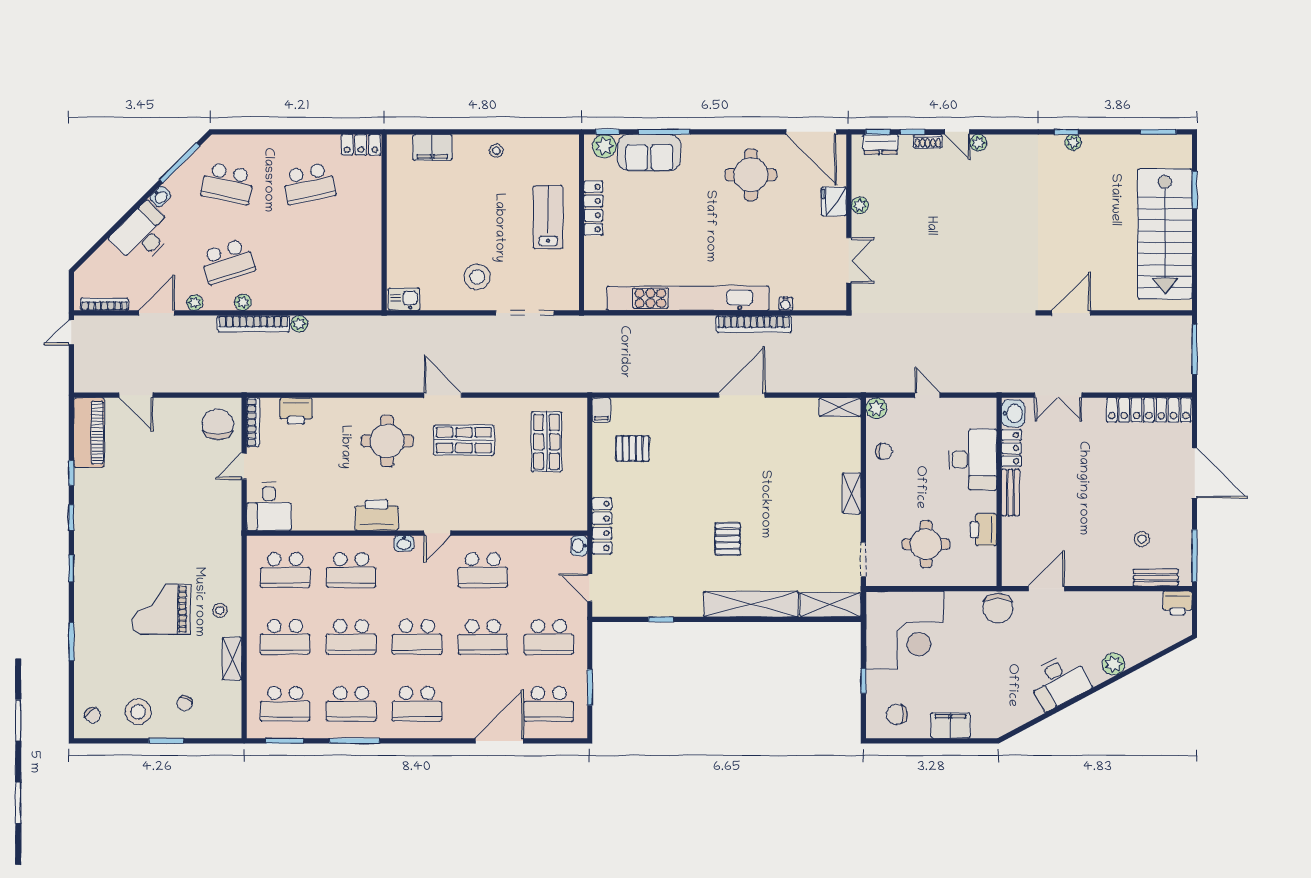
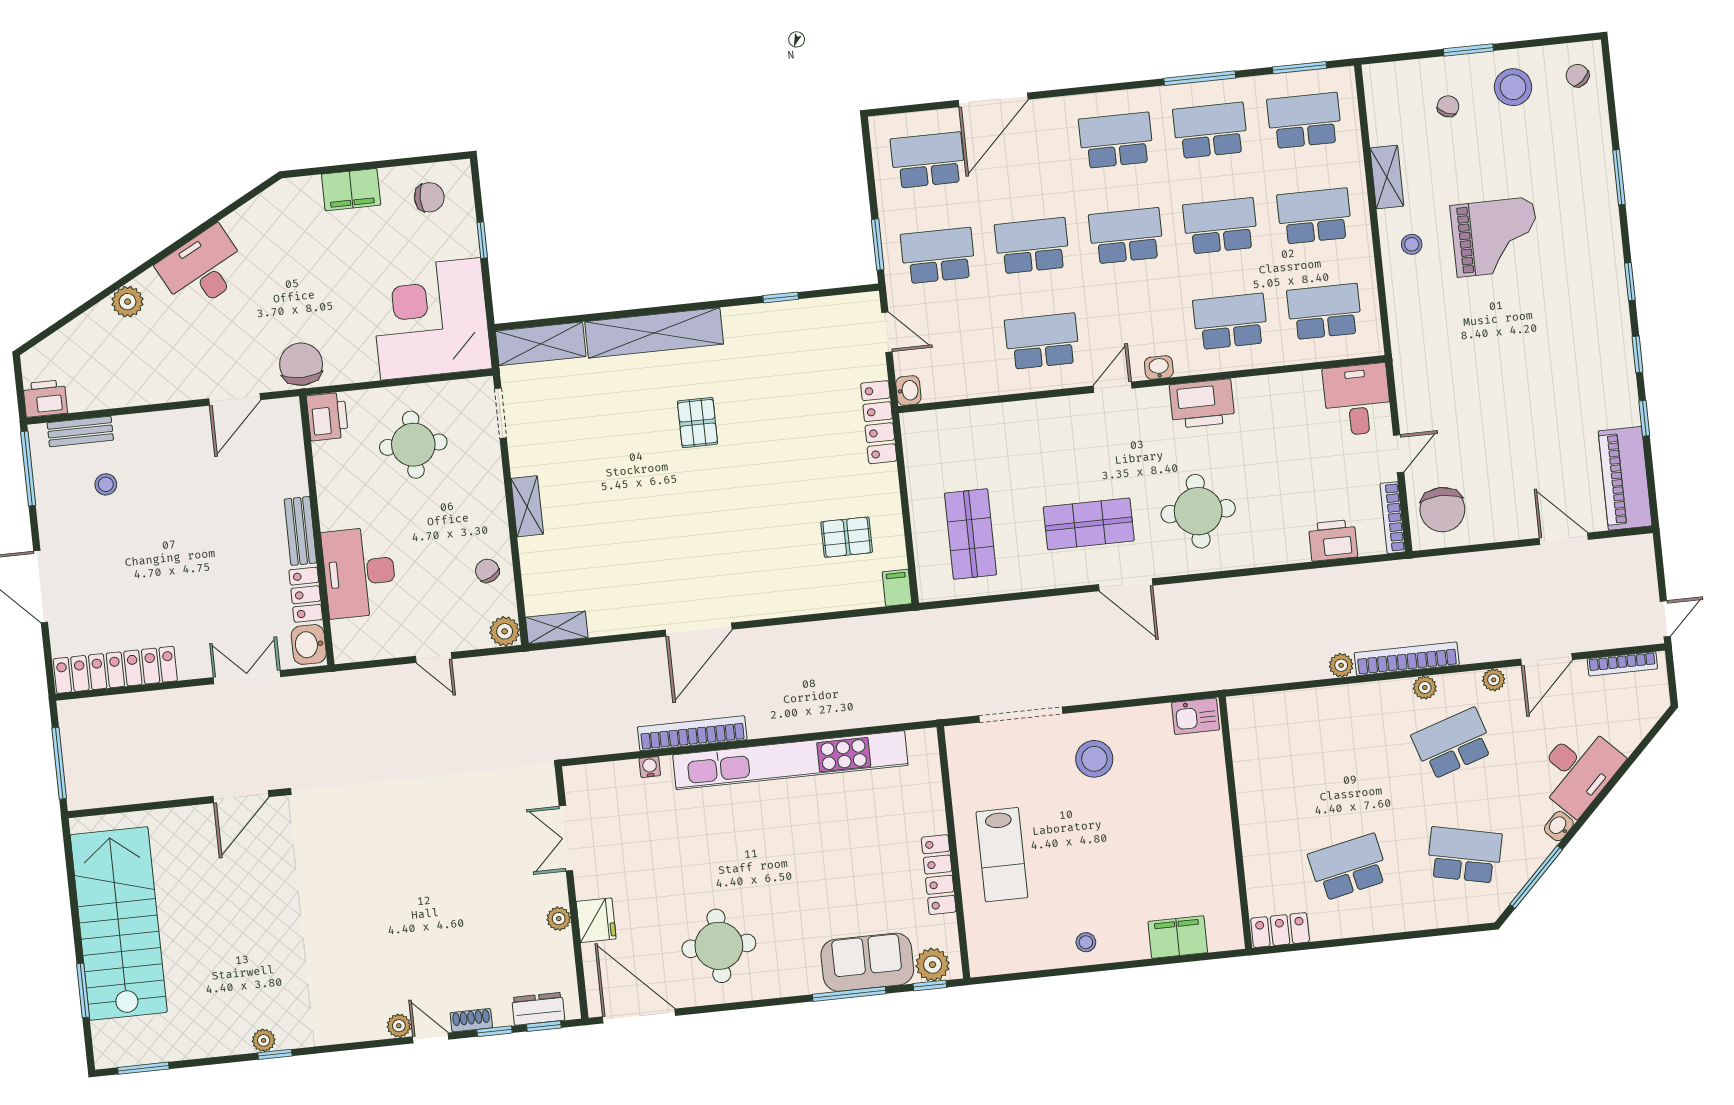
chair: (884, 451) -> (487, 571), turned 62
printer: (983, 530) -> (327, 417), moved
window: (590, 687) -> (878, 244), moved

